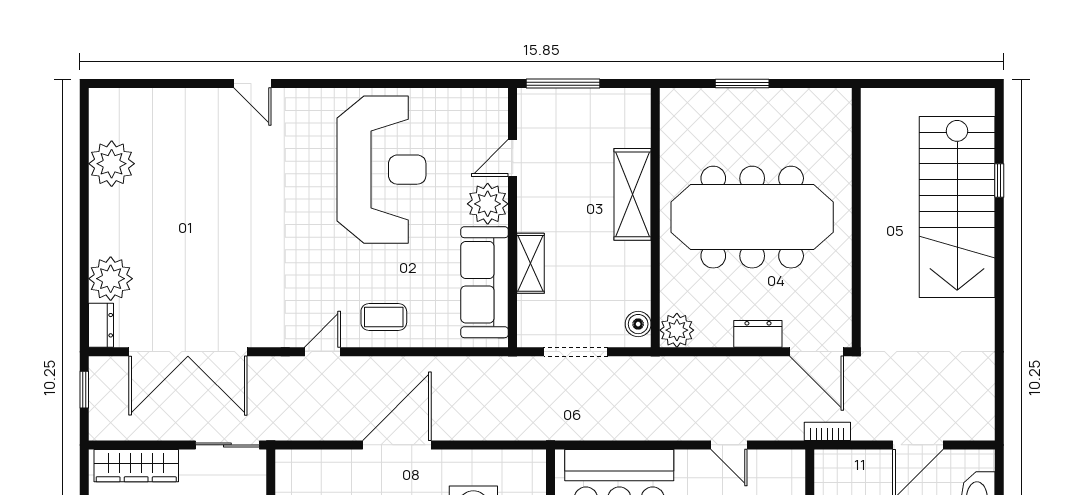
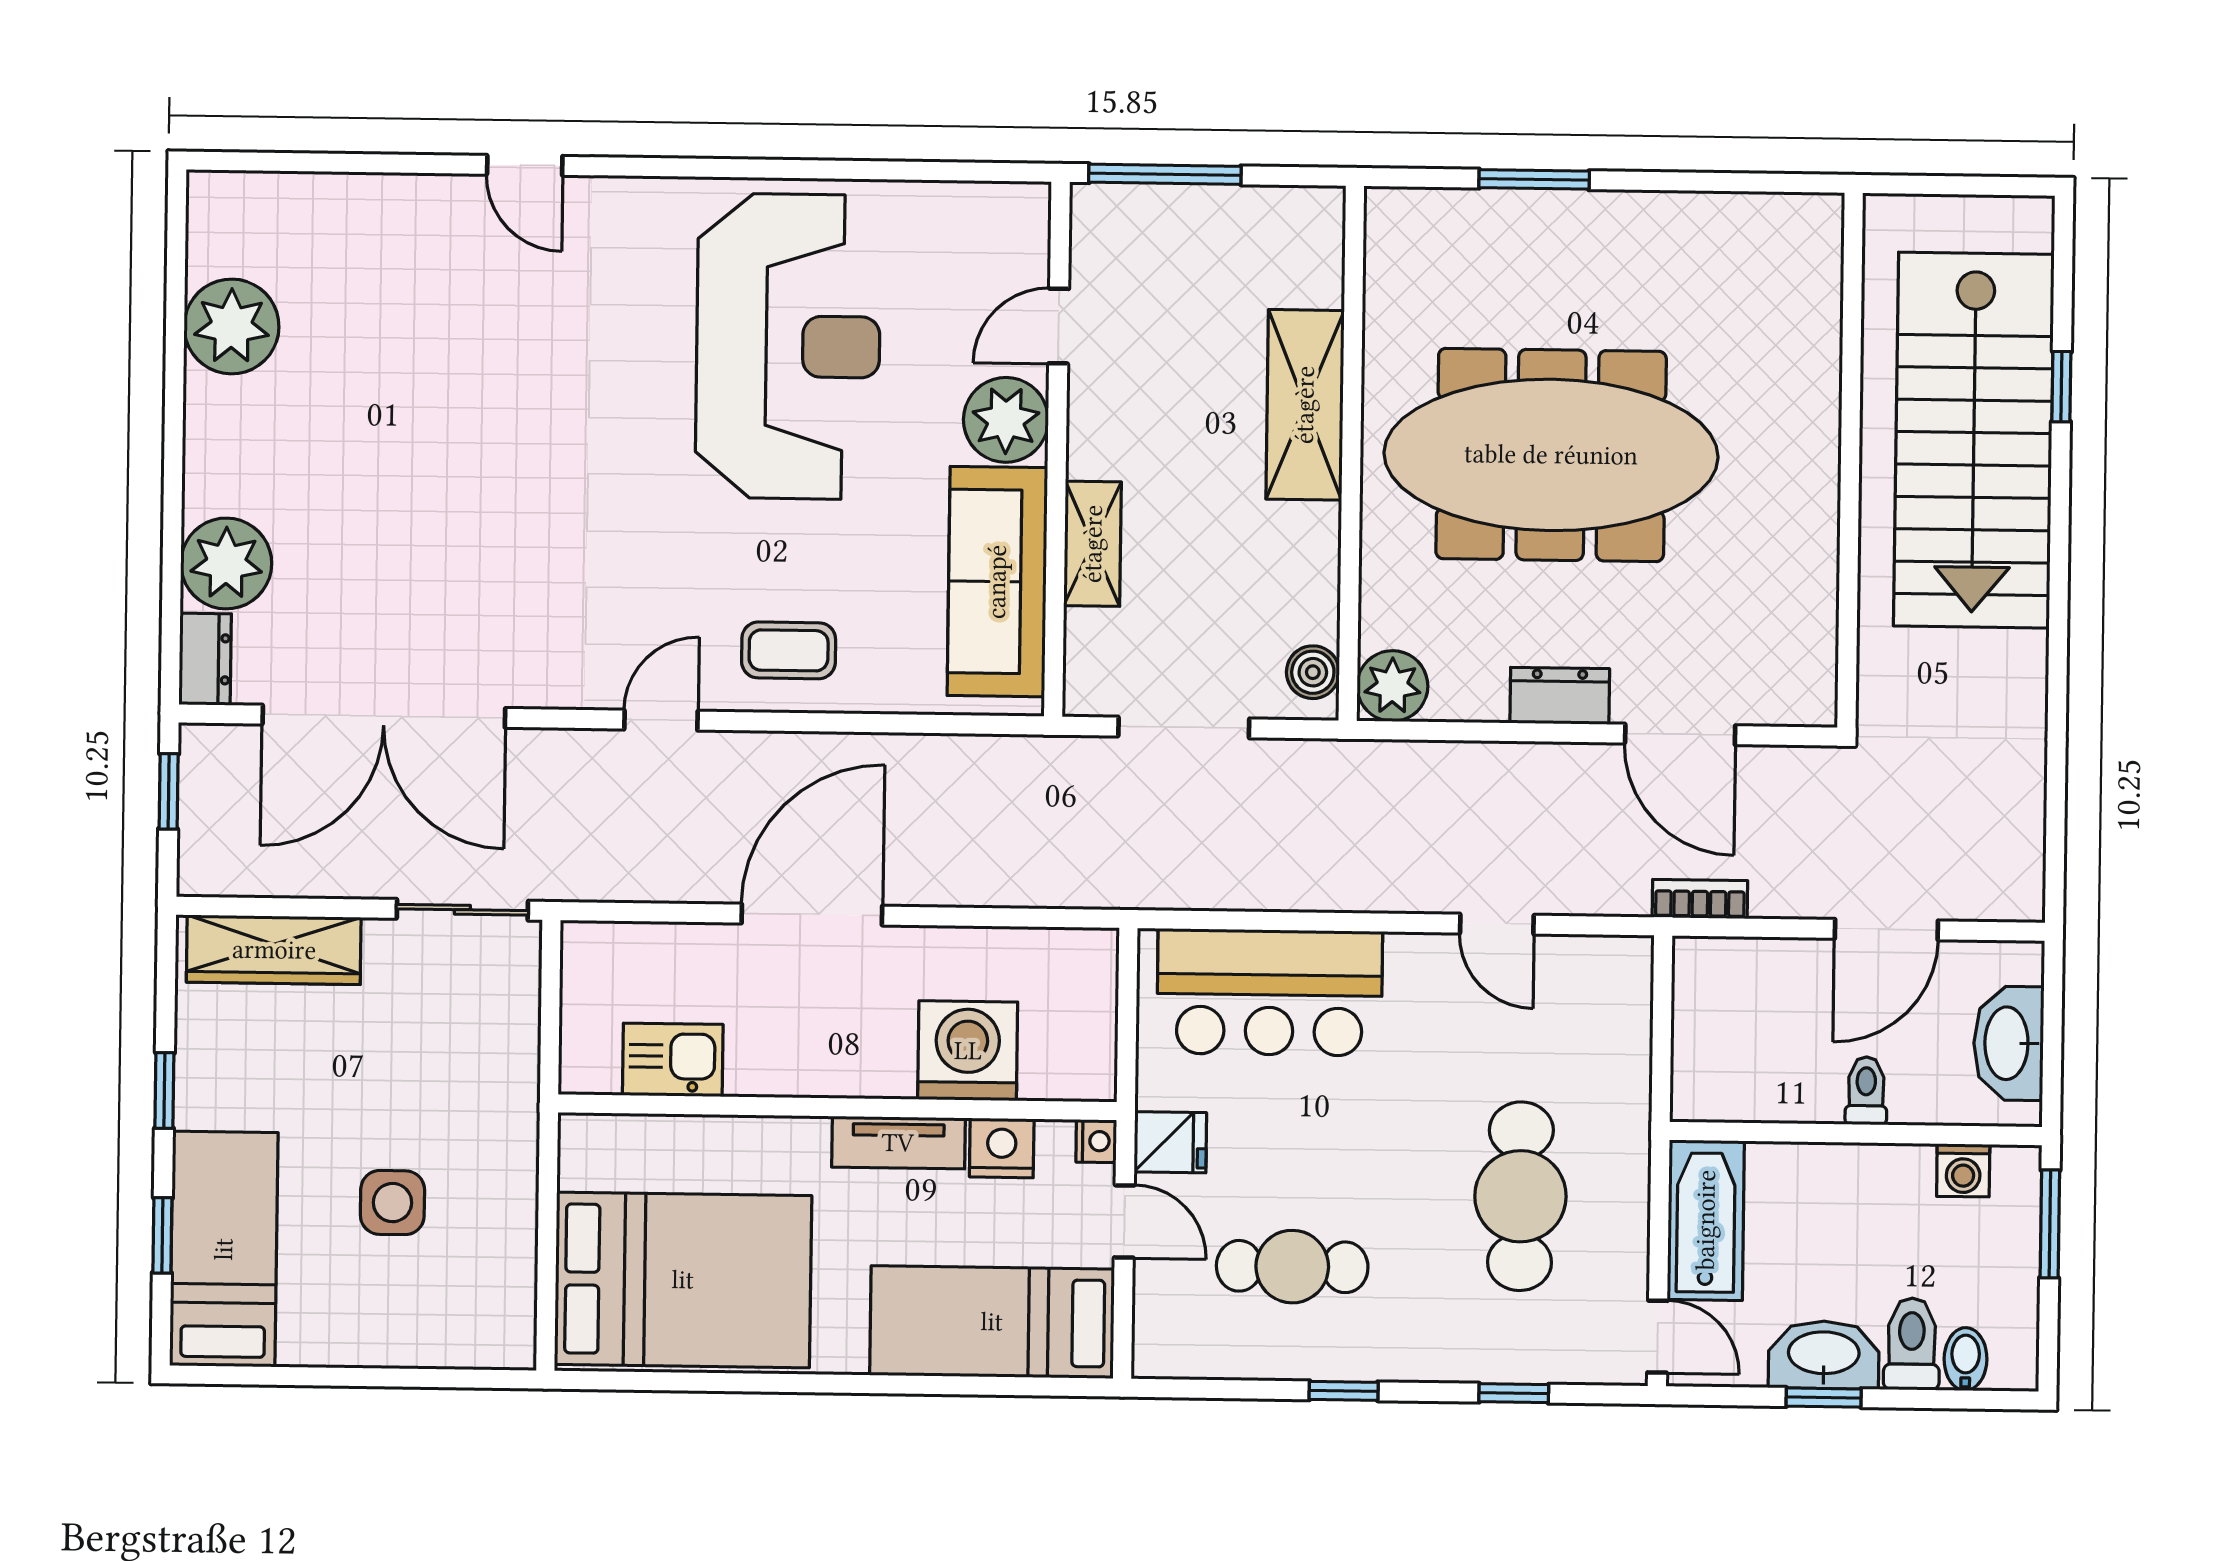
wall: (856, 218) -> (1850, 460), moved

